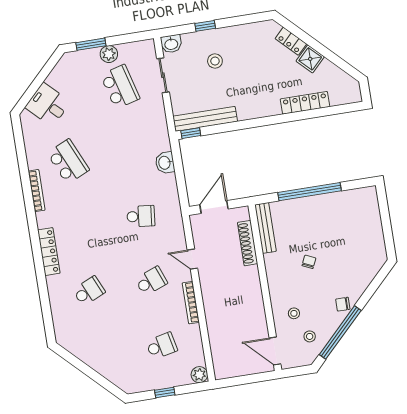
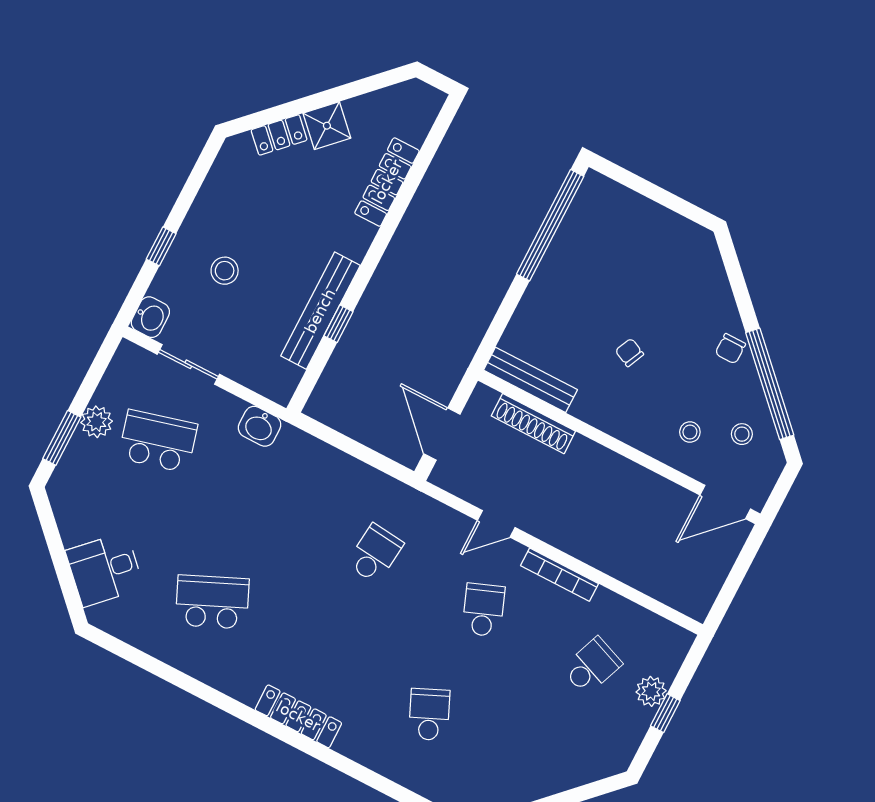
bench: (205, 119) -> (320, 311), moved
window: (191, 133) -> (338, 324), moved
washbasin: (165, 163) -> (260, 426), moved
bookcase: (37, 191) -> (221, 681), removed
window: (310, 192) -> (550, 225), moved
locker: (49, 252) -> (298, 716), moved
school desk: (162, 346) -> (592, 666), turned 33
plant: (199, 375) -> (651, 691), moved

